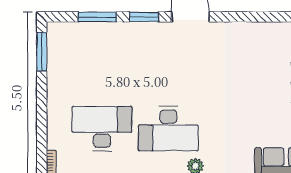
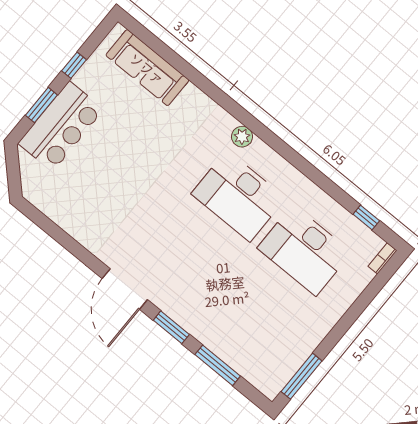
desk: (168, 129) -> (238, 196), turned 180

